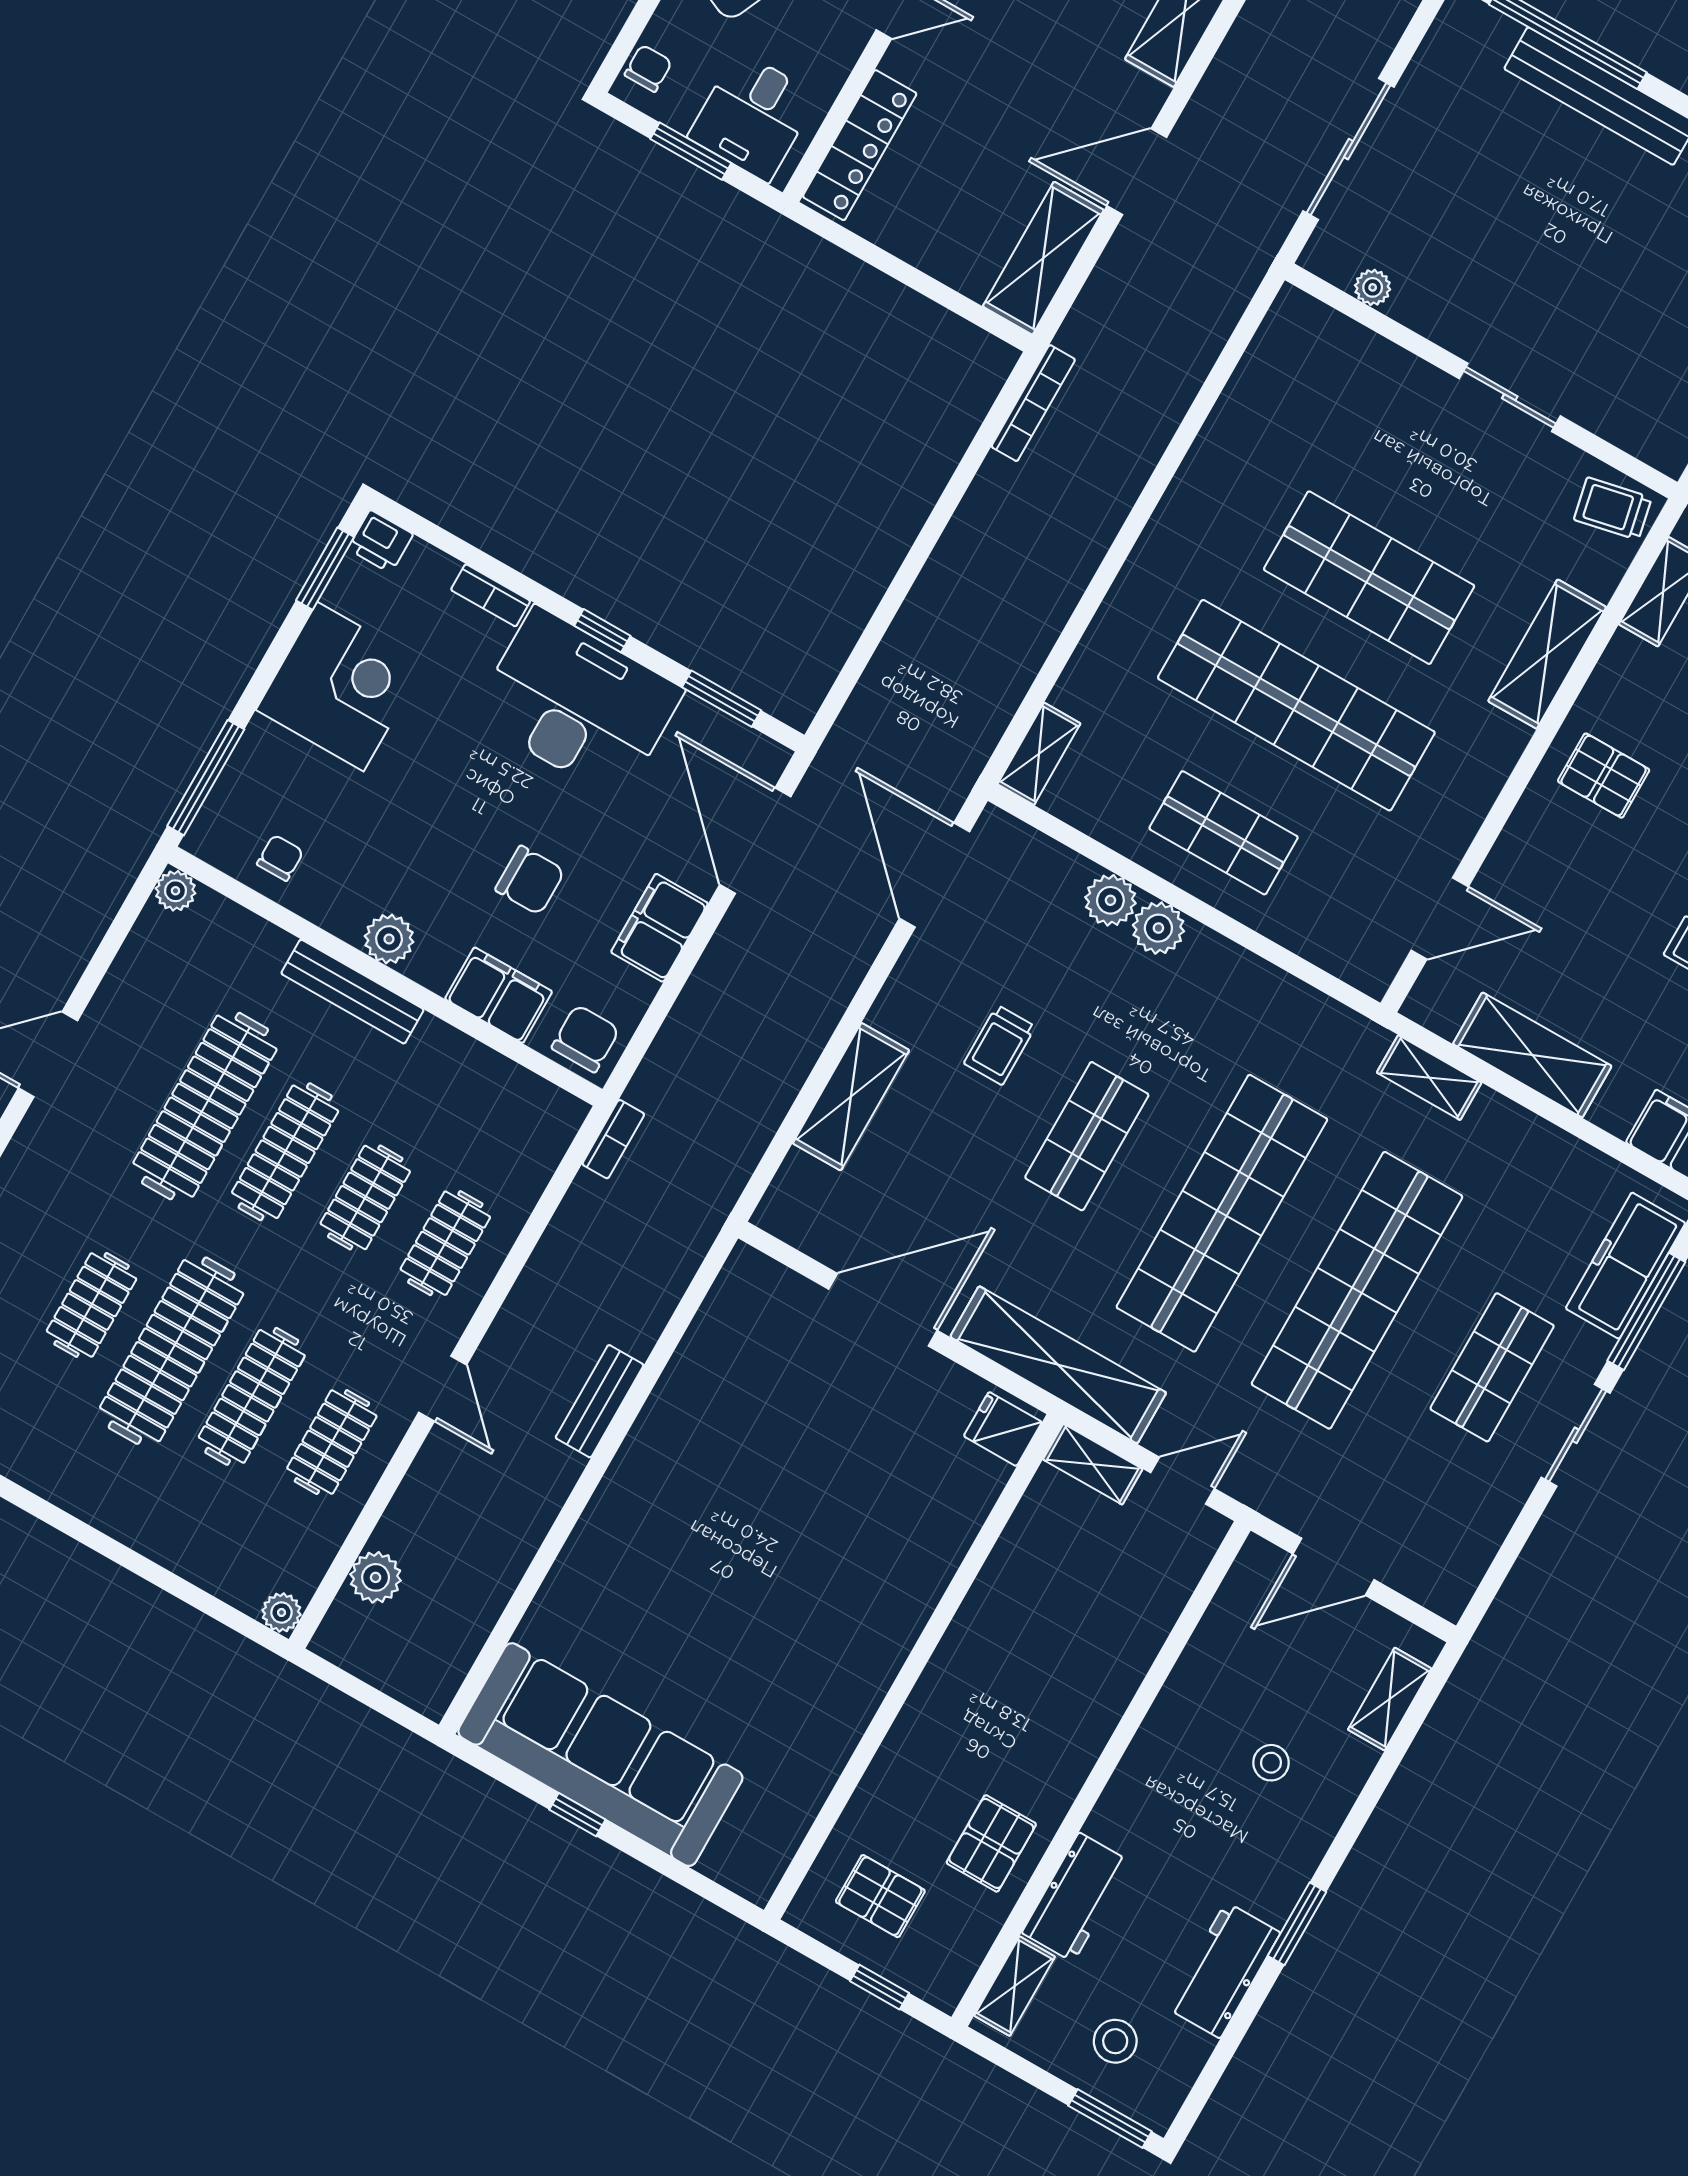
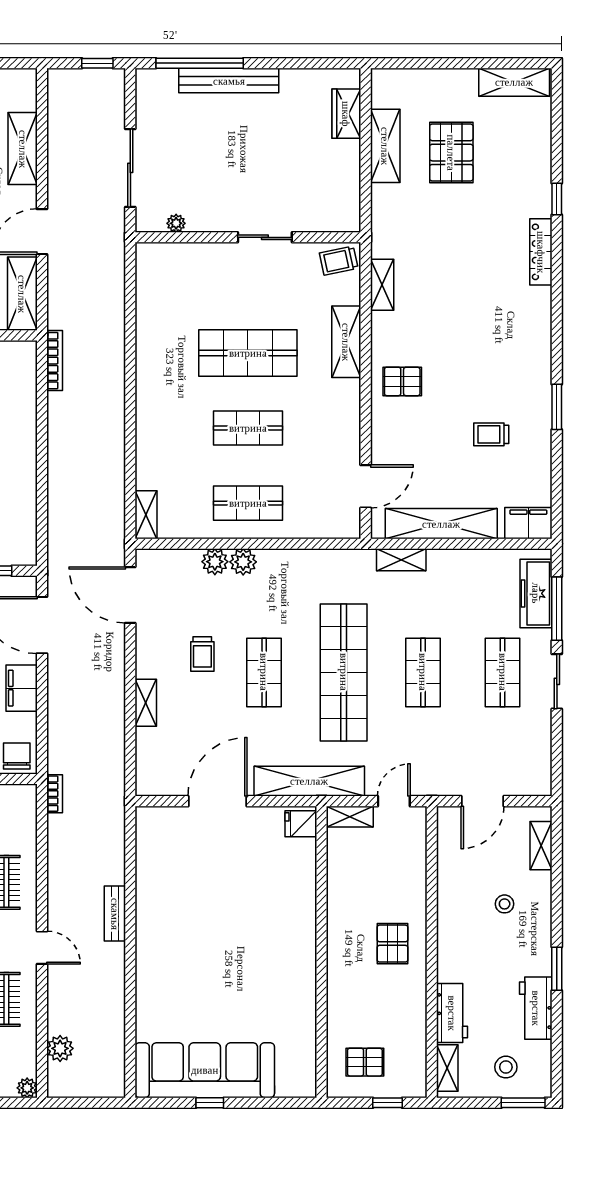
shop shelf: (1296, 705) -> (248, 428), width x0.50, depth x0.74
shelving: (1532, 1055) -> (441, 524), width x1.47
shelving: (851, 1097) -> (146, 703), width x0.67, depth x0.75
shop shelf: (1357, 1290) -> (423, 672), width x0.50, depth x0.74
pallet: (991, 1843) -> (392, 944), moved

